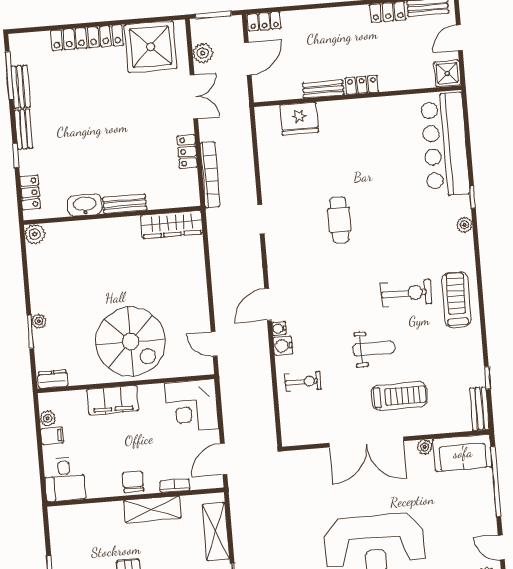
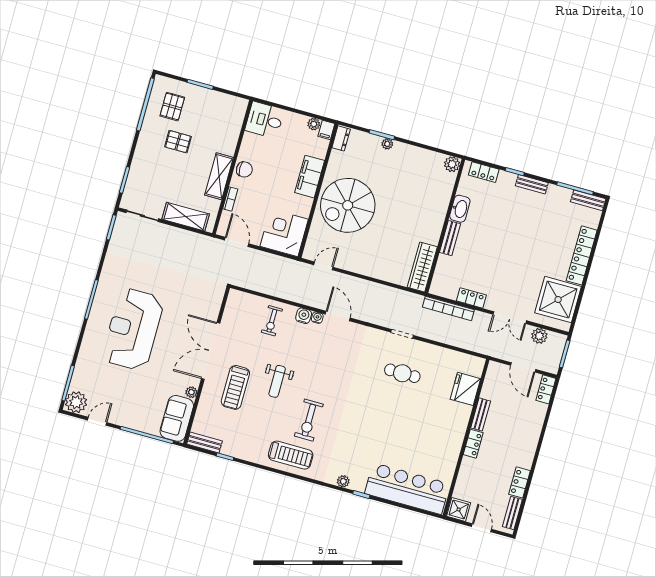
bench: (21, 87) -> (588, 200), moved
cafe table: (339, 220) -> (402, 373), moved
filing cabinet: (52, 436) -> (326, 130), moved

